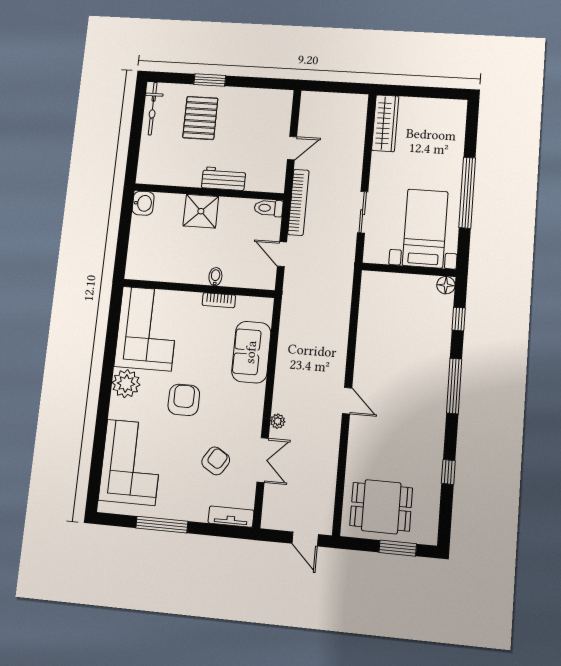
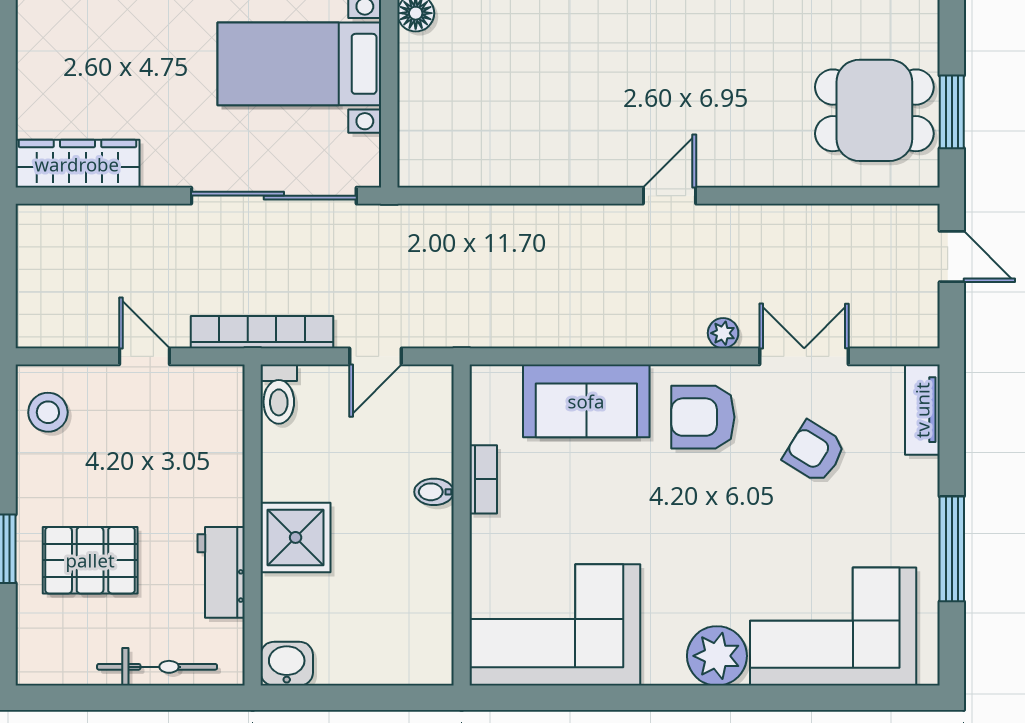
stool: (270, 103) -> (48, 412), added
bicycle: (153, 109) -> (157, 667), moved
workbench: (224, 179) -> (221, 572), moved
sliding door: (363, 212) -> (274, 196), width x1.86
plant: (126, 384) -> (717, 656), moved
armchair: (184, 400) -> (703, 417), moved
dining table: (381, 507) -> (874, 110), turned 90
door: (305, 539) -> (952, 256), hinge flipped
window: (398, 548) -> (952, 112), moved

